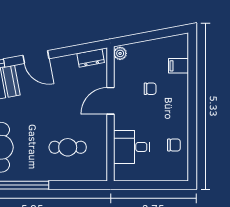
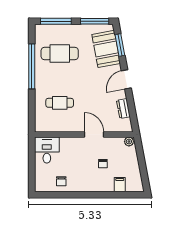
dresser: (91, 58) -> (123, 109), moved
cafe table: (68, 147) -> (60, 103), turned 90
desk: (132, 147) -> (47, 150), moved

